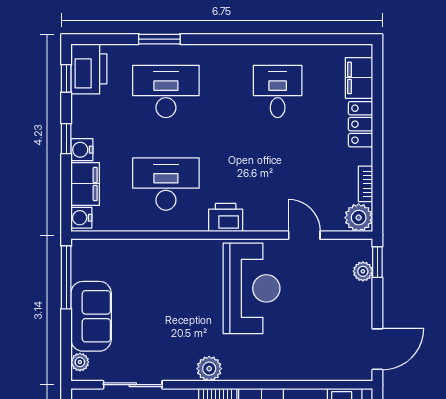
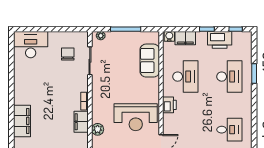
printer: (89, 69) -> (220, 40), moved
water cooler: (82, 150) -> (202, 37), removed
window: (66, 277) -> (126, 29), moved
sofa: (91, 316) -> (150, 61), moved, turned 90
plant: (209, 369) -> (98, 129), moved

